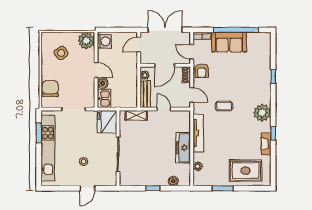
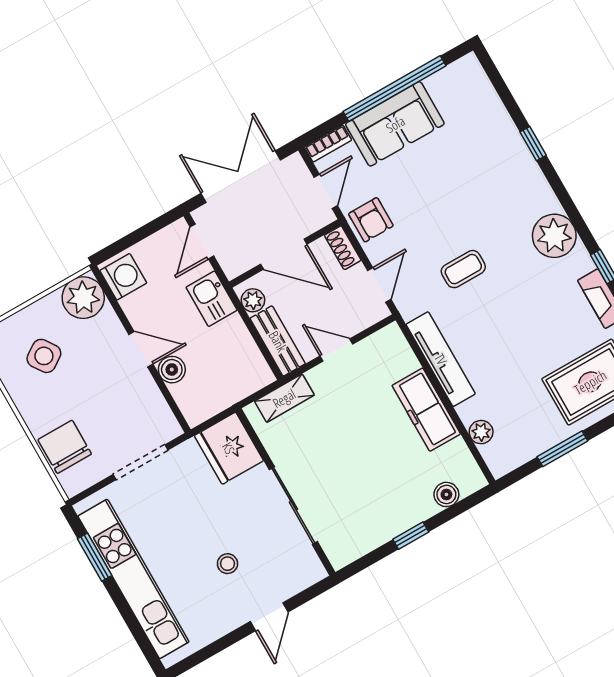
door: (192, 52) -> (326, 191), swing flipped
door: (165, 65) -> (284, 254), hinge flipped
door: (192, 95) -> (379, 285), hinge flipped
kitchen sink: (104, 99) -> (212, 299), moved, turned 180

